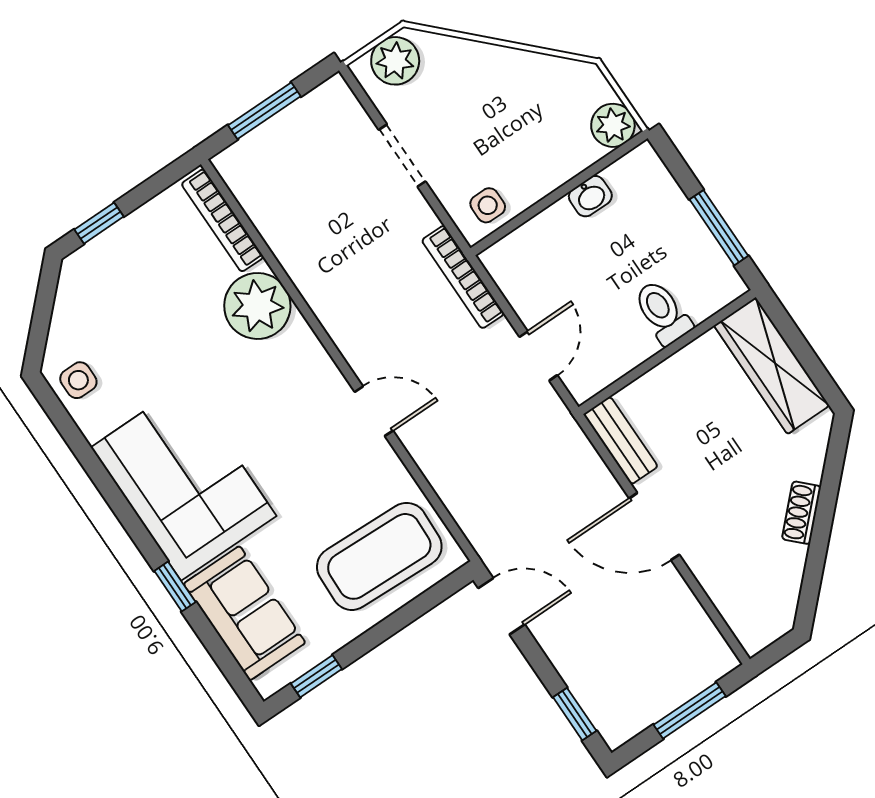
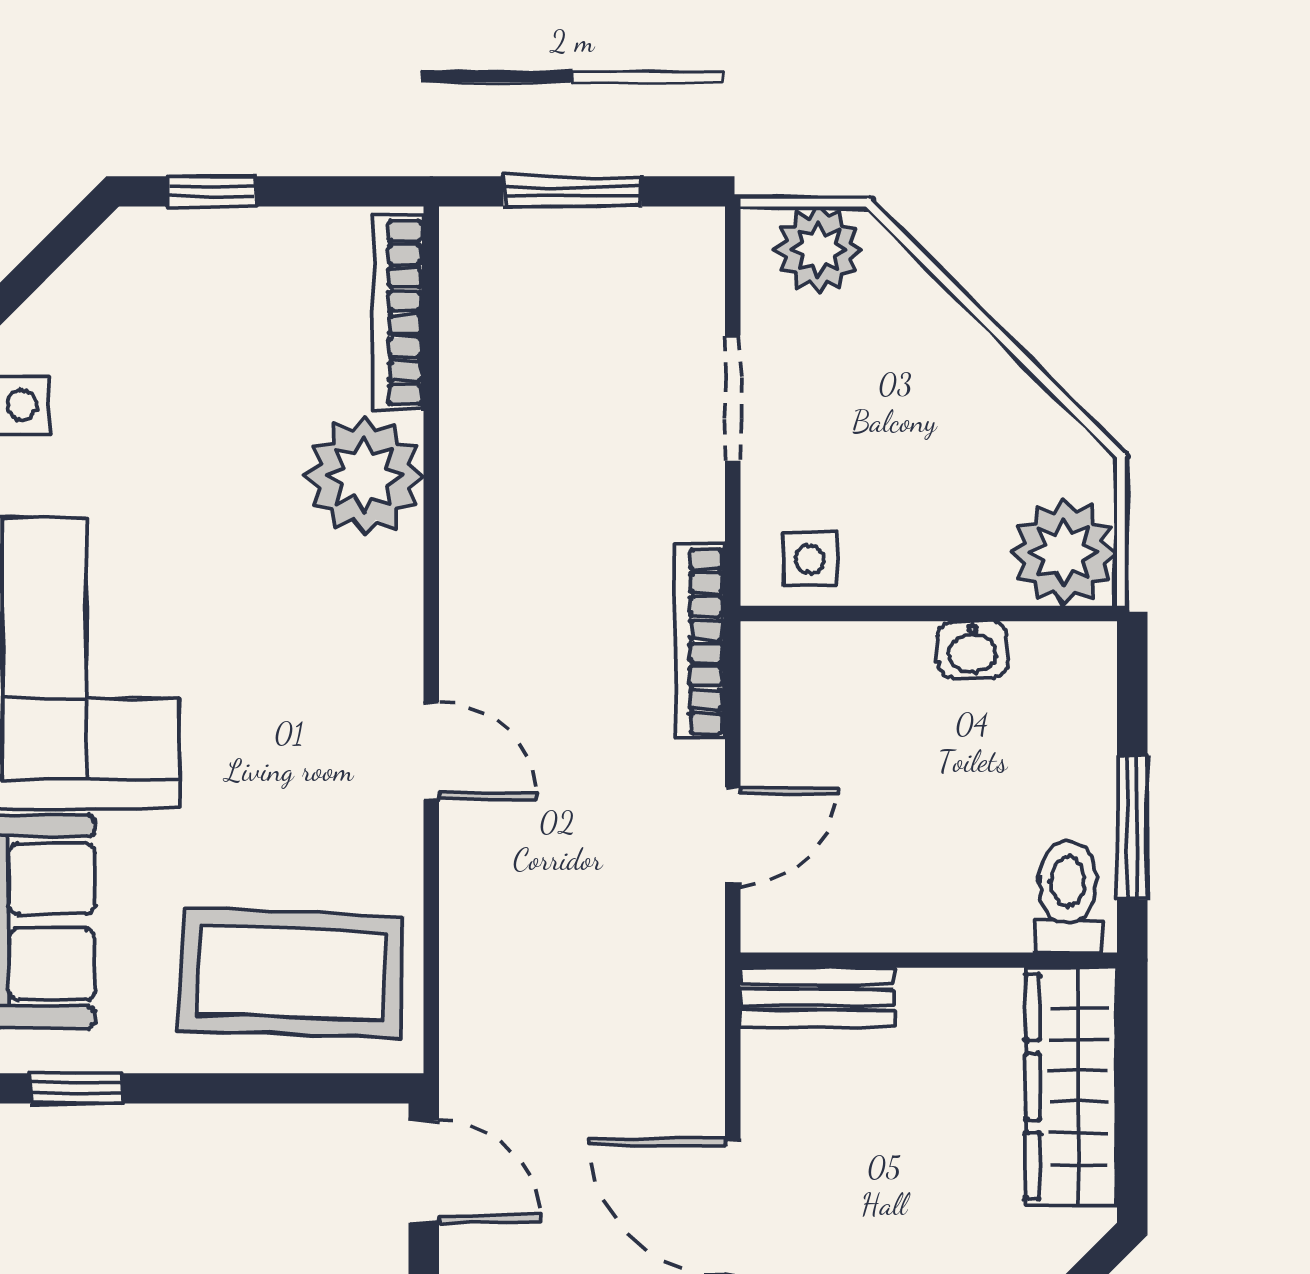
plant: (613, 125) -> (1064, 553), width x1.36, depth x1.36
toilet: (663, 312) -> (1068, 897), moved
bench: (621, 440) -> (818, 997), moved, turned 90

